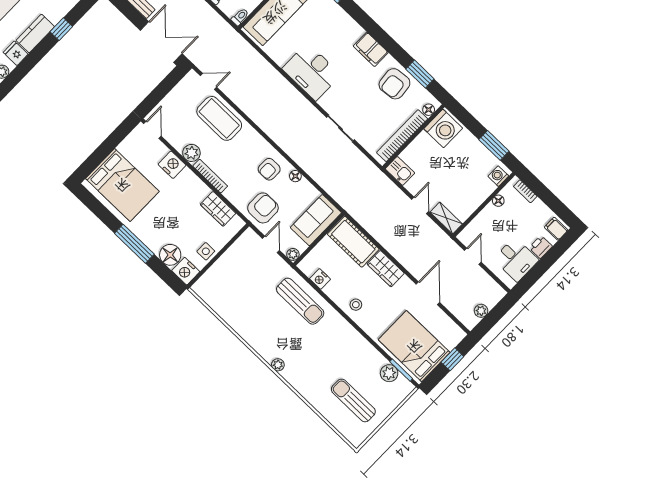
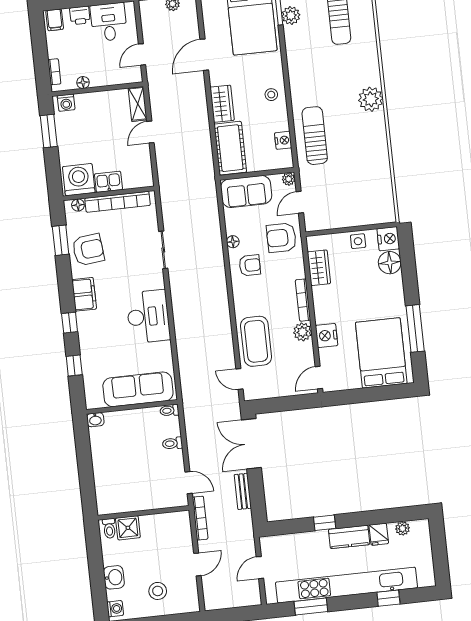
window: (364, 20) -> (70, 323), added
kitchen sink: (400, 171) -> (108, 182), moved, turned 90
window: (134, 244) -> (415, 328), moved
plant: (278, 365) -> (371, 99), width x1.88, depth x1.88

